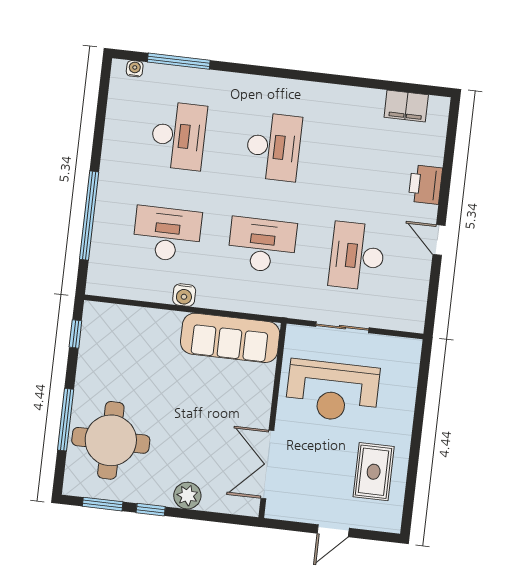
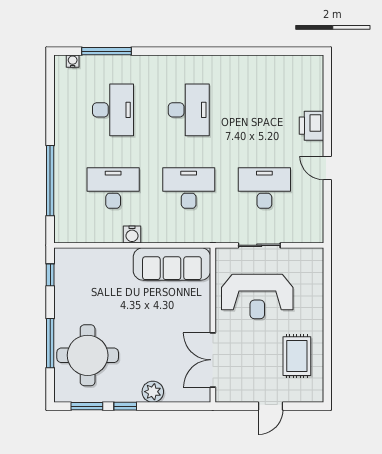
filing cabinet: (406, 106) -> (289, 66), removed
desk: (357, 256) -> (264, 188), turned 90

